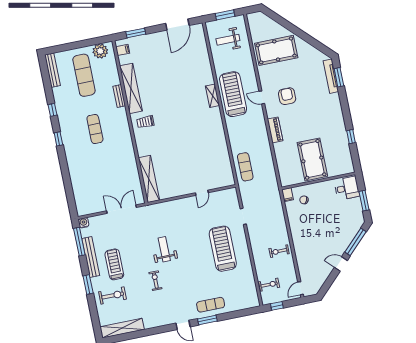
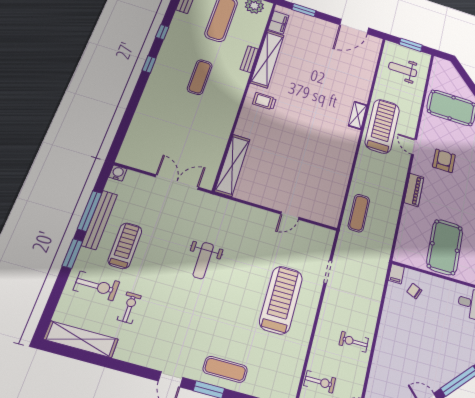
filing cabinet: (123, 50) -> (278, 22), width x2.00
window: (79, 242) -> (90, 211), moved
weight bench: (164, 249) -> (203, 260), turned 180
exercise bike: (155, 281) -> (129, 308), moved

